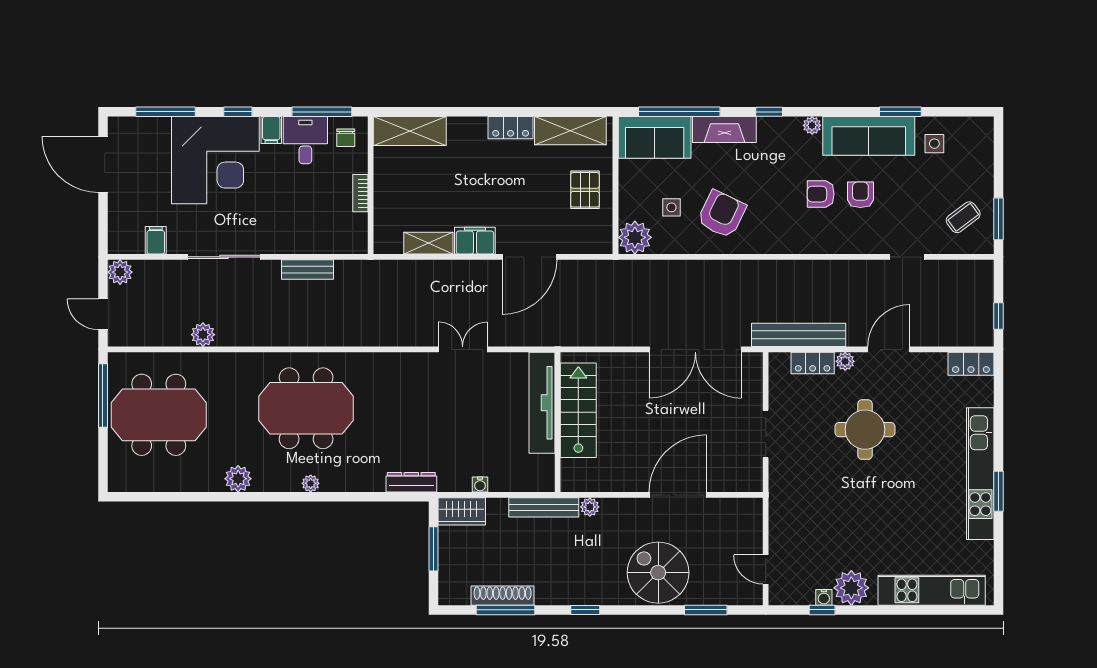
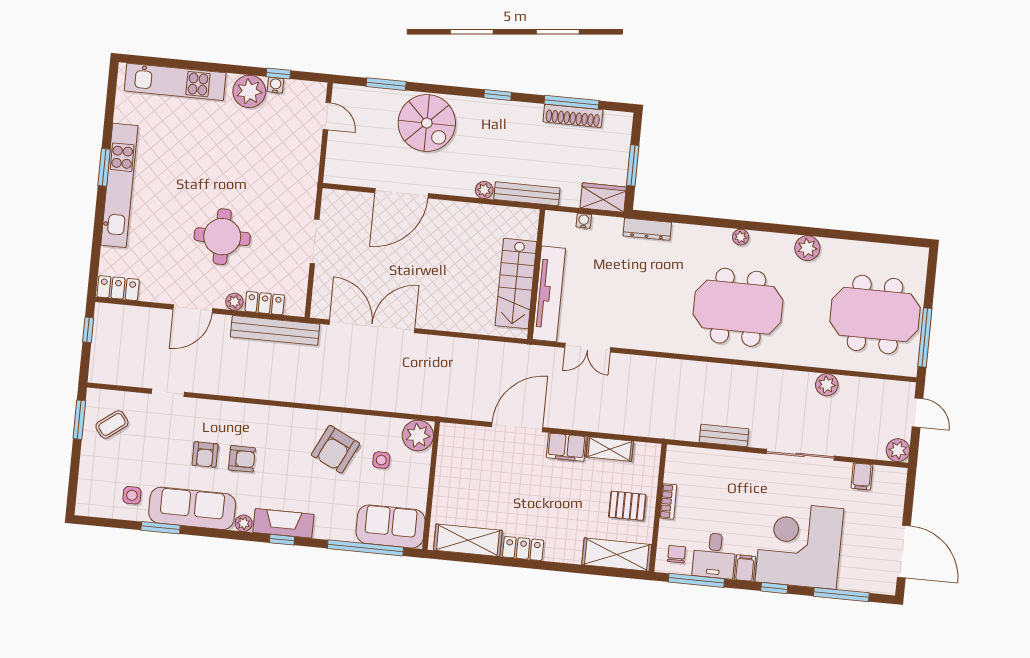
fireplace: (724, 129) -> (283, 523), moved
pallet: (585, 190) -> (627, 506), moved, turned 90
tv unit: (542, 403) -> (549, 294), moved
stairs: (578, 410) -> (516, 284), moved
wall: (558, 422) -> (536, 274), moved

